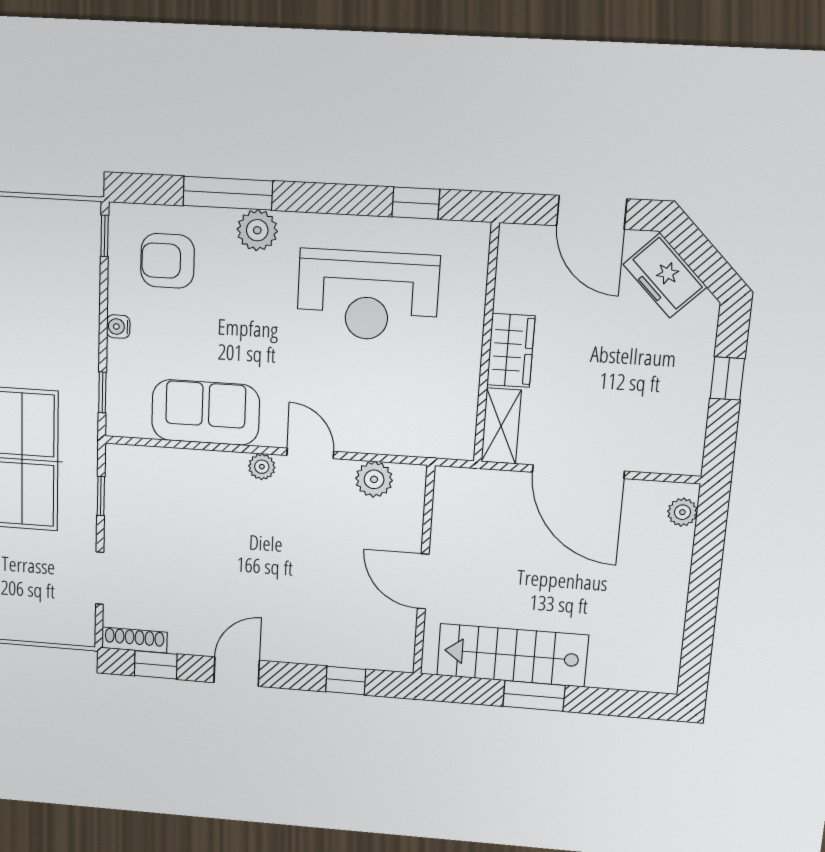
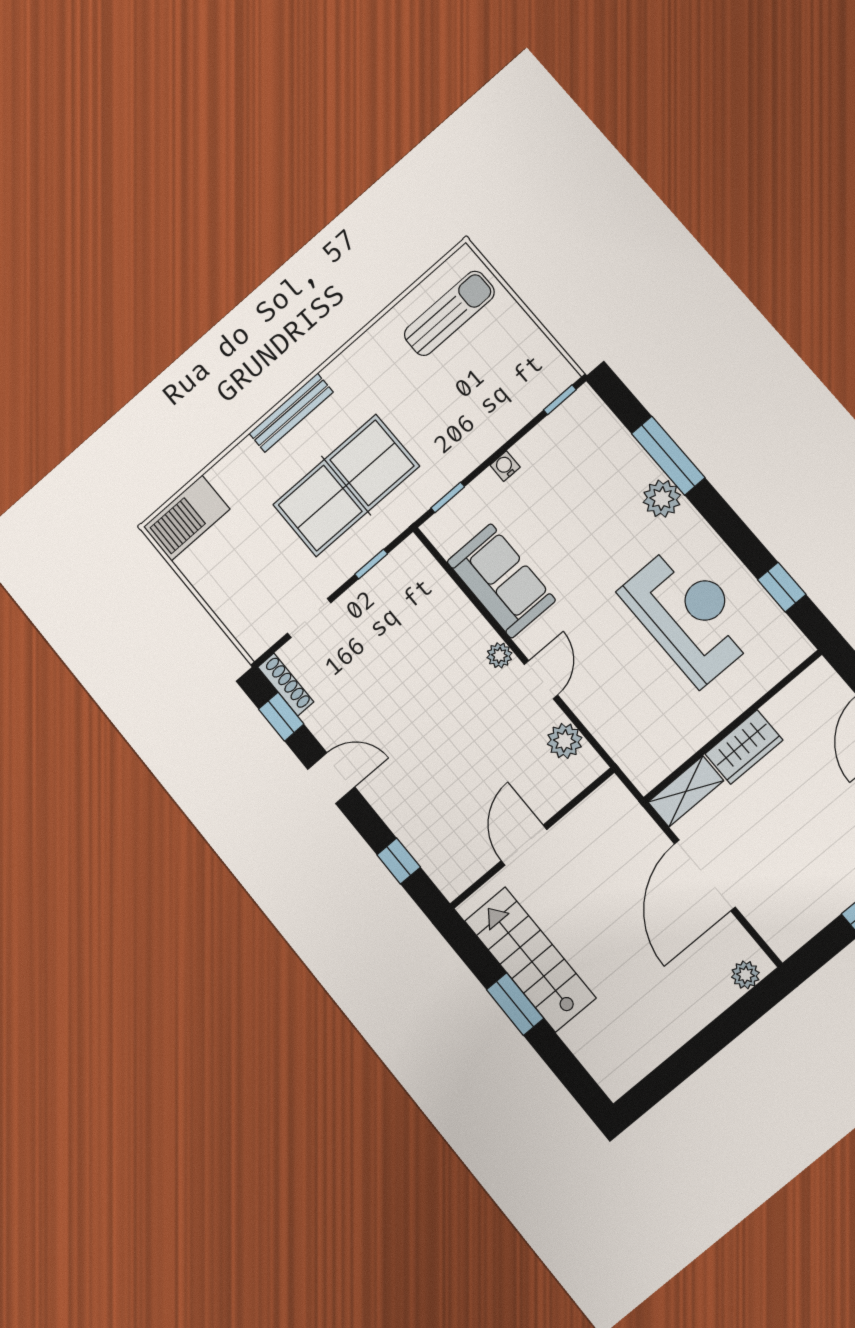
armchair: (168, 261) -> (583, 458), removed
reception desk: (368, 296) -> (689, 614), turned 180

